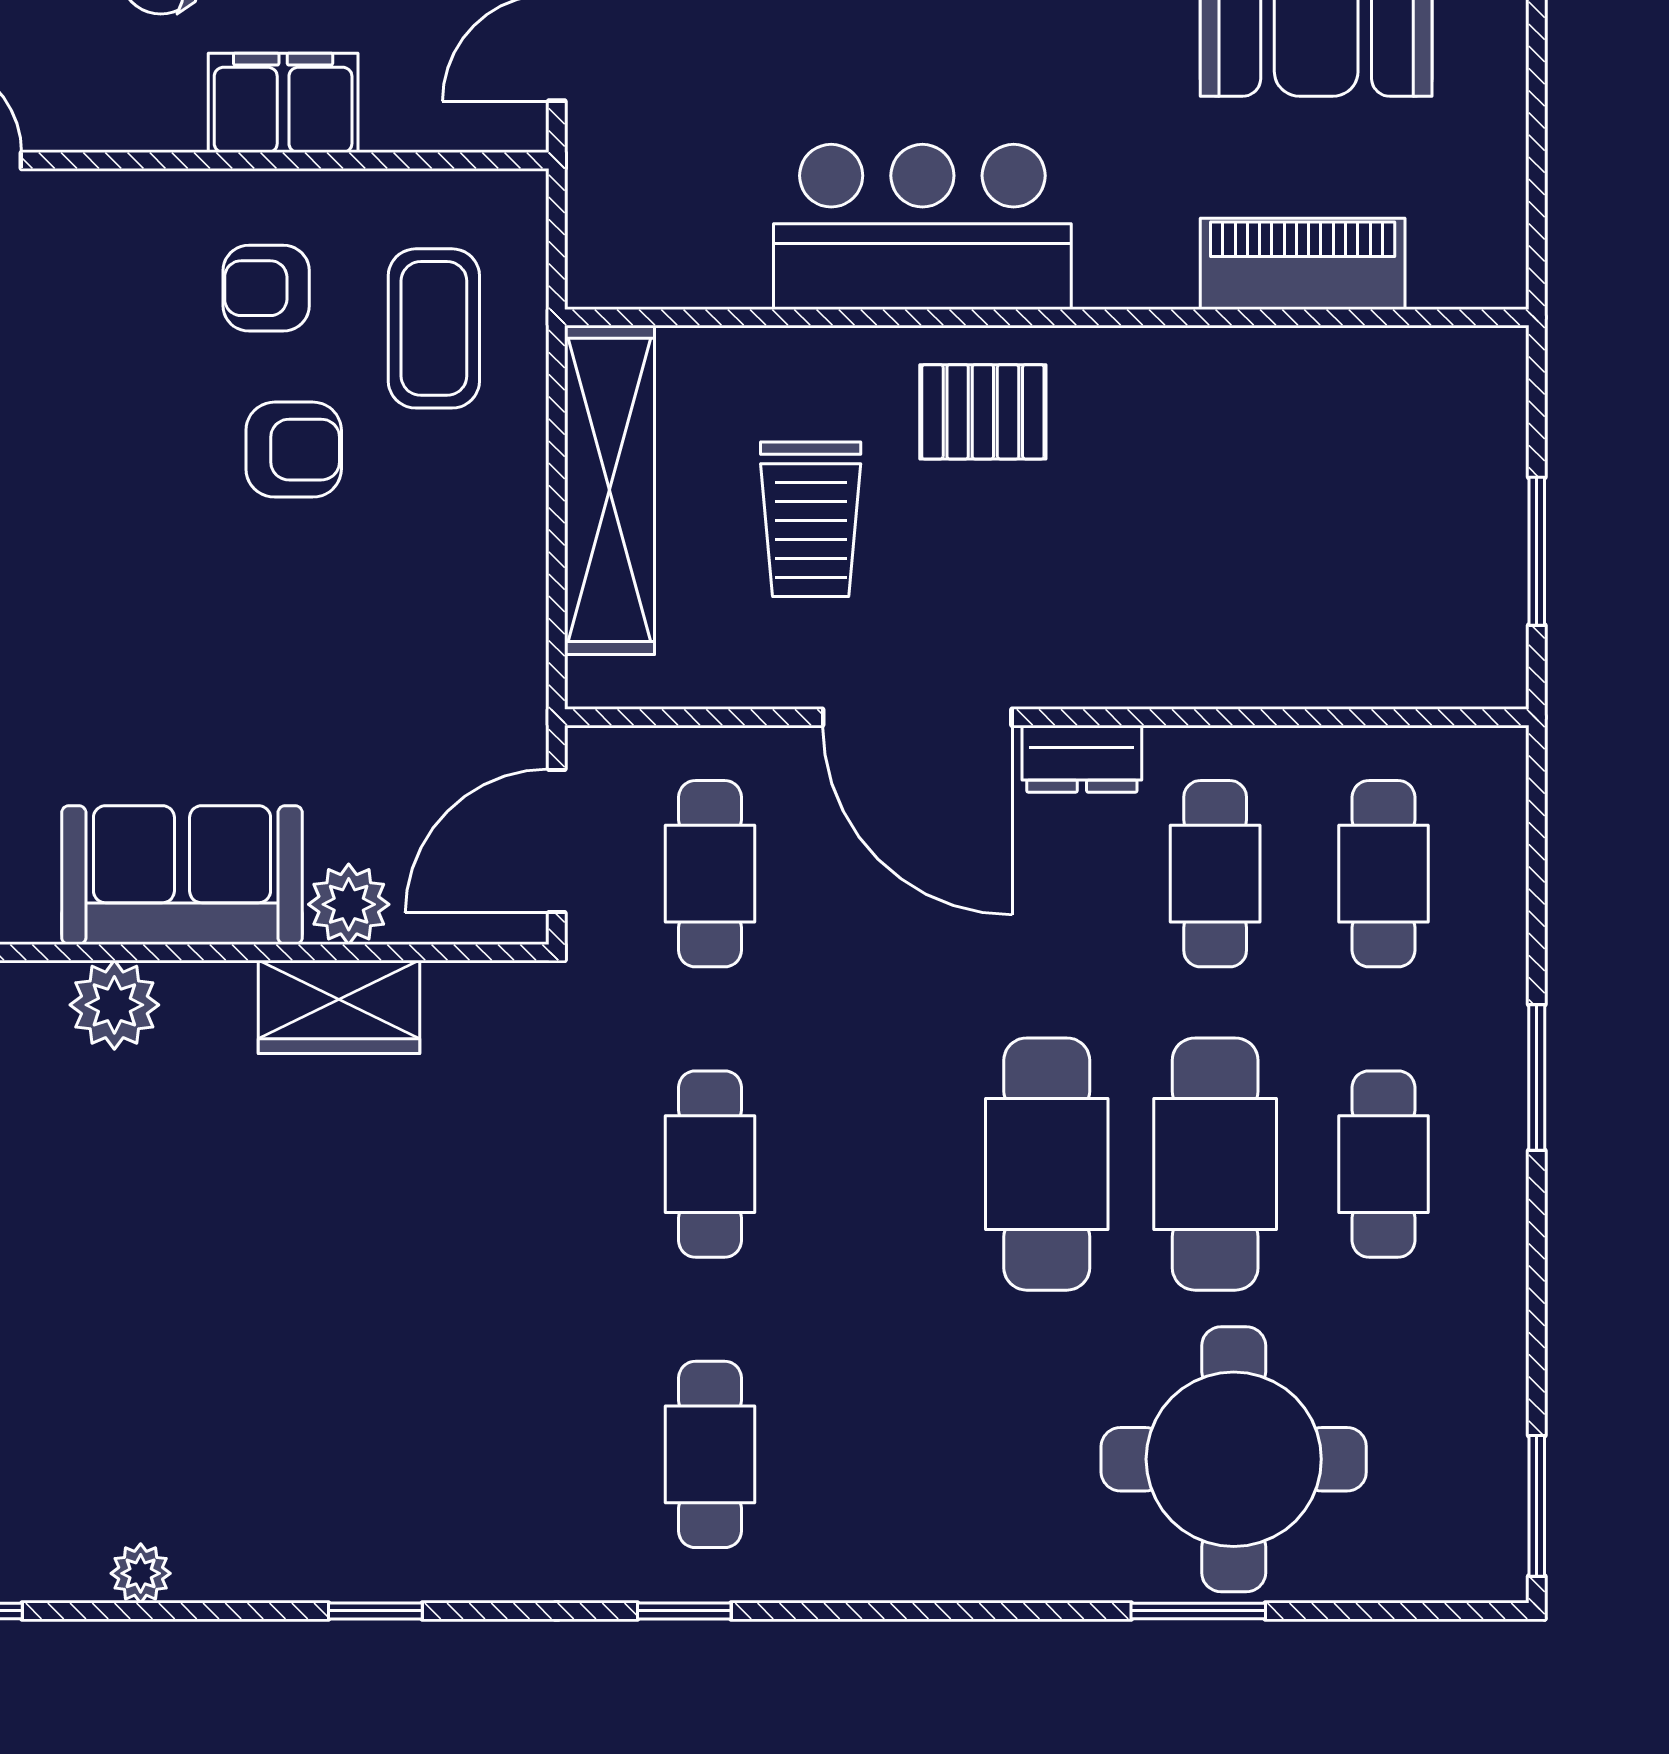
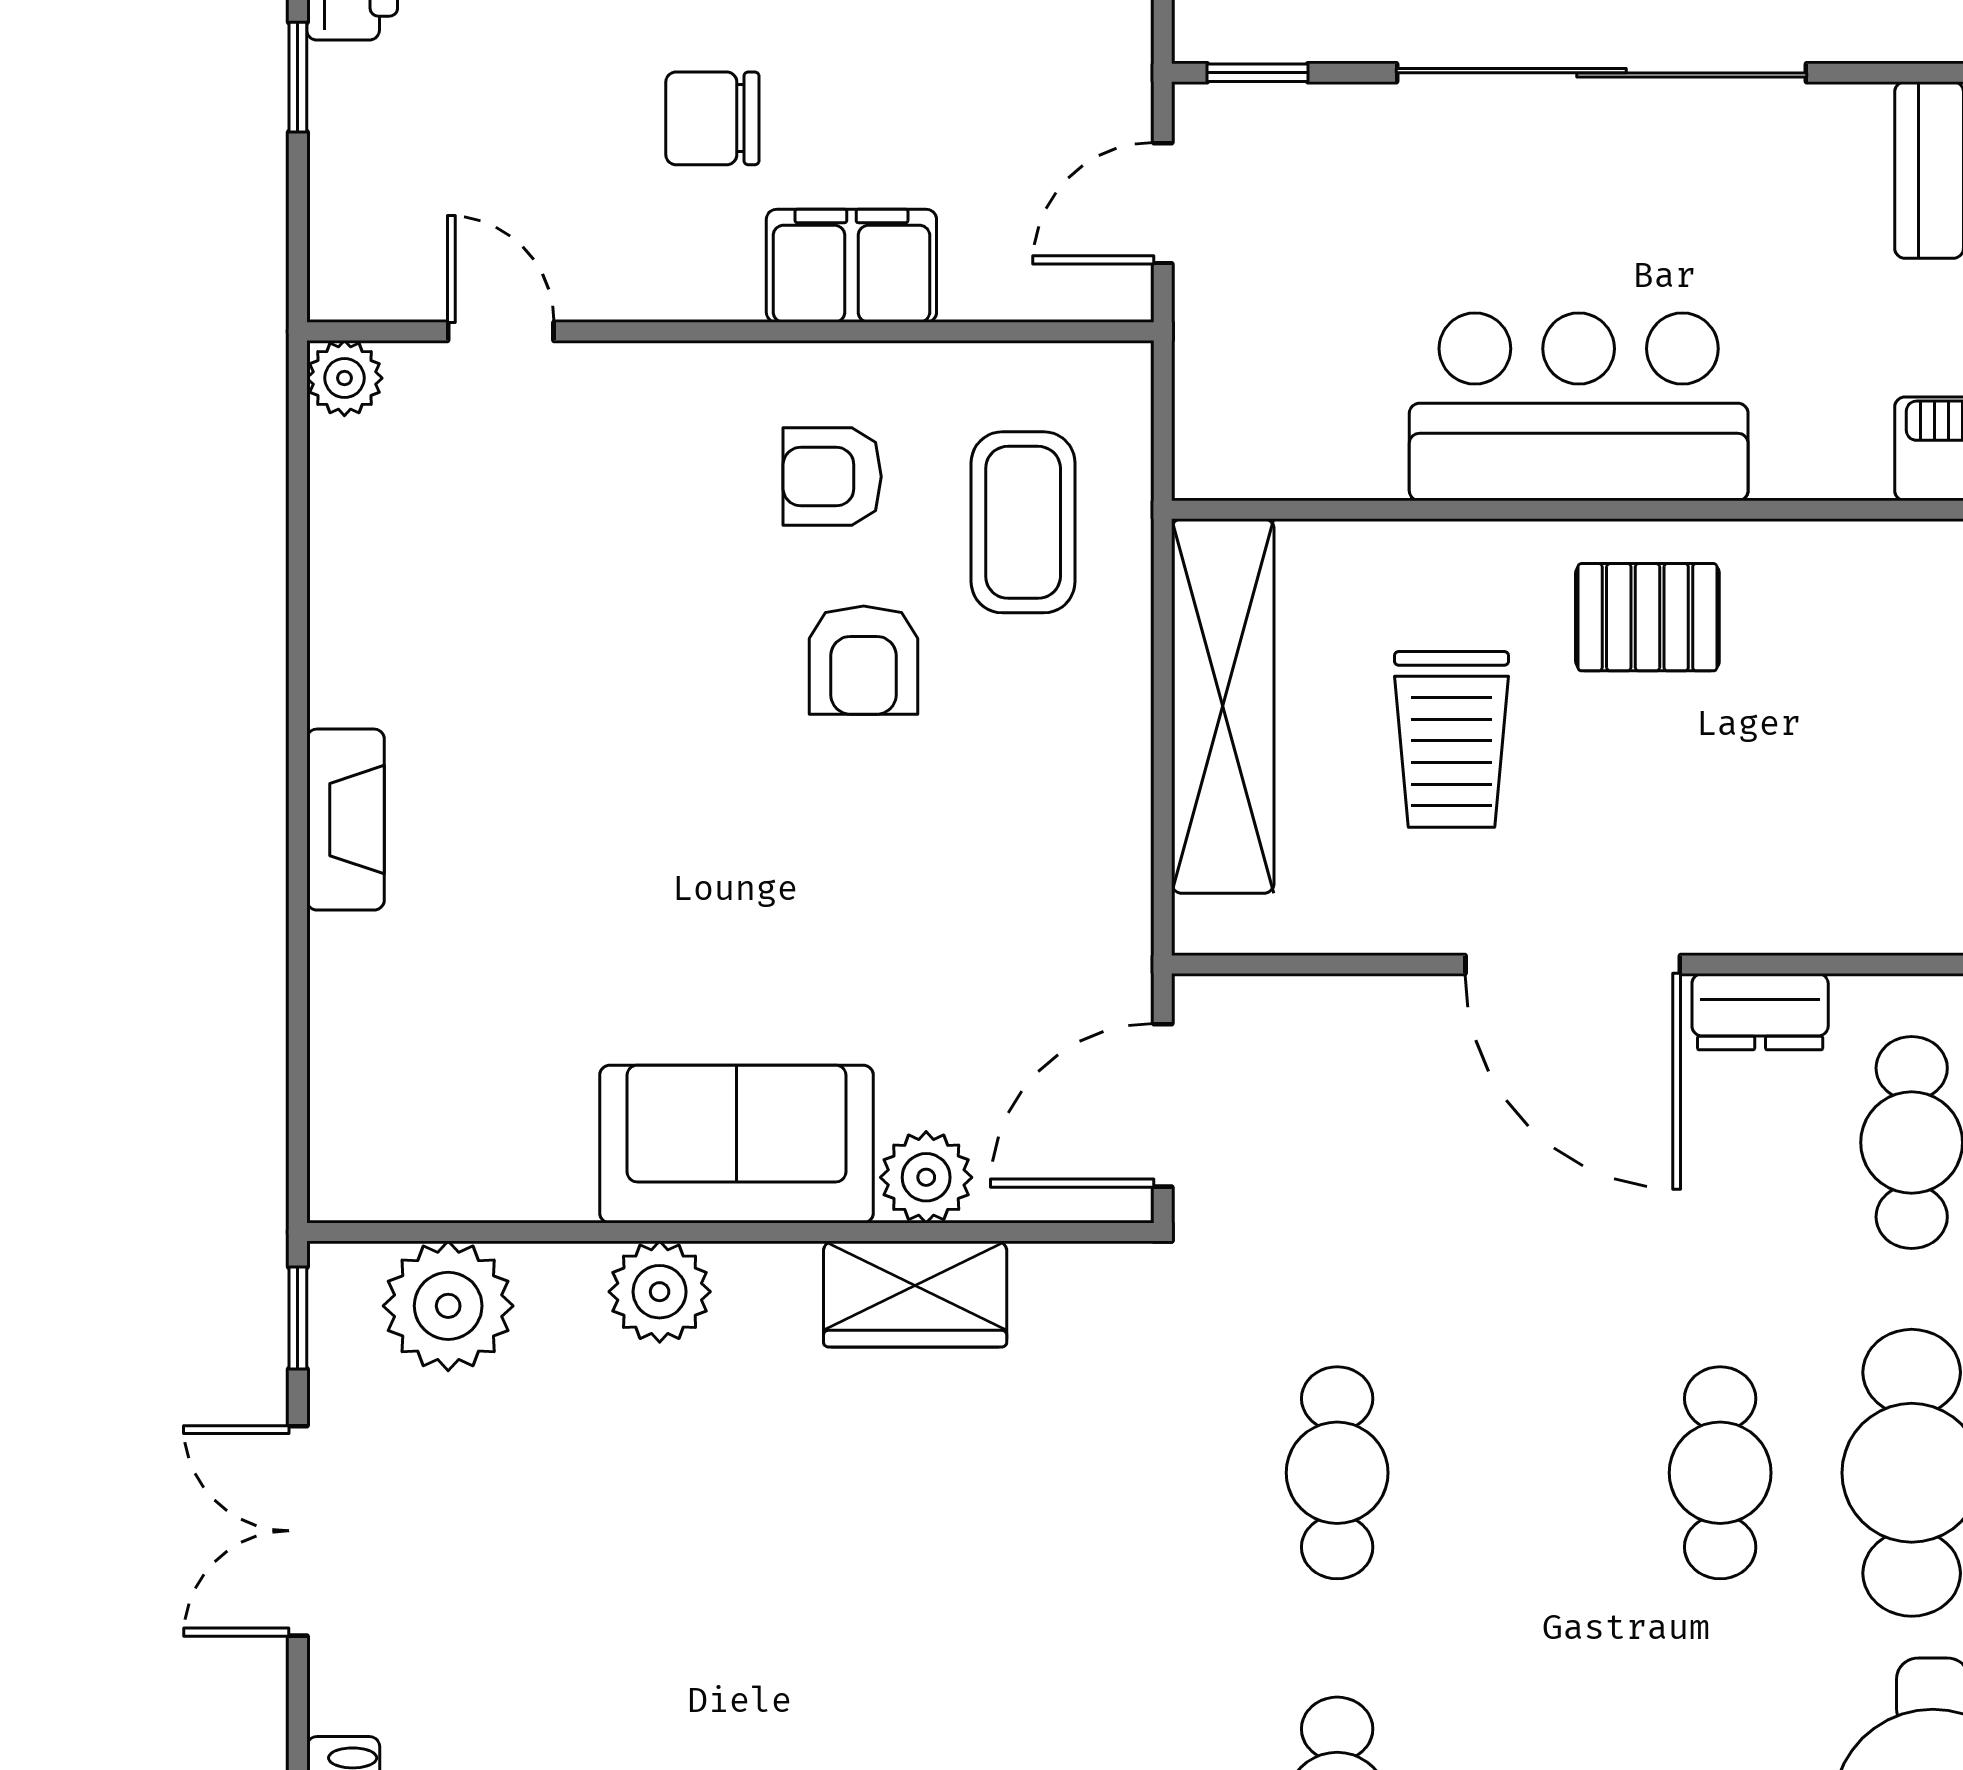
armchair: (294, 450) -> (864, 660), turned 90
cafe table: (710, 874) -> (1337, 1142), removed
cafe table: (1047, 1164) -> (1720, 1473), width x0.73, depth x0.74

